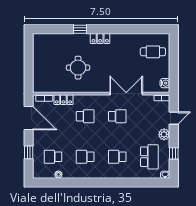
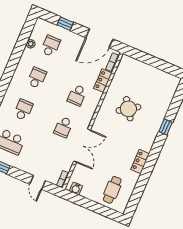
locker: (100, 38) -> (140, 161), moved
round table: (78, 68) -> (128, 109), turned -34
plant: (164, 134) -> (25, 166), removed

